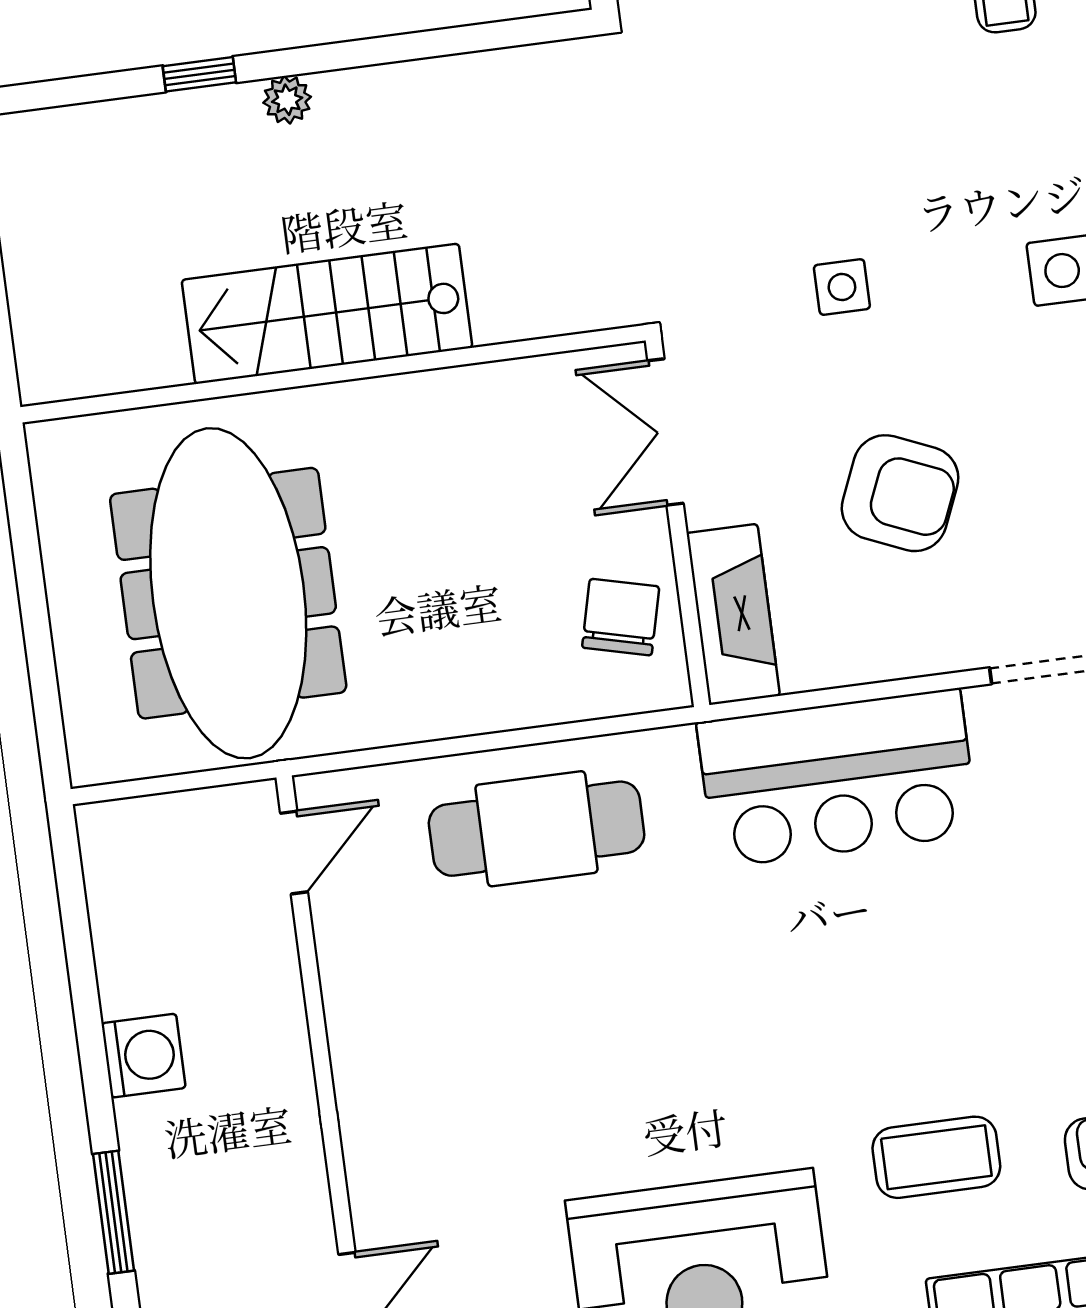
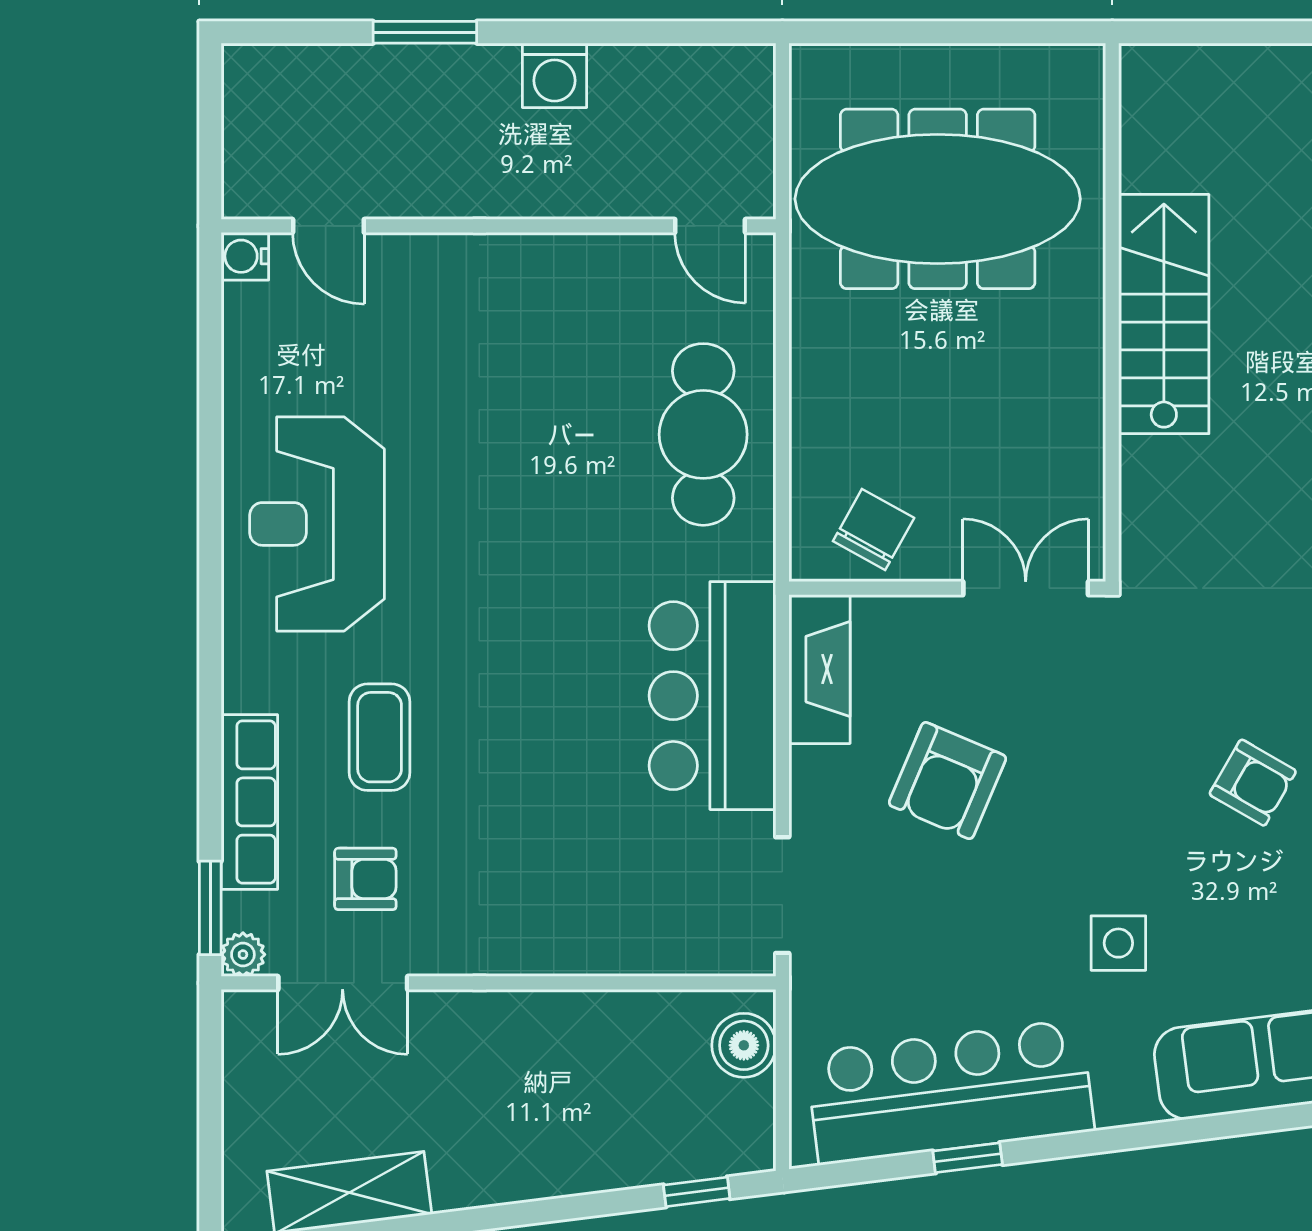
armchair: (856, 139) -> (1253, 783), added
side table: (842, 287) -> (1129, 754), removed
fireplace: (733, 614) -> (819, 669), moved, turned -90
chair: (621, 617) -> (874, 529), turned -75

